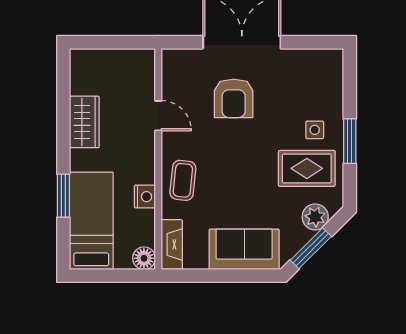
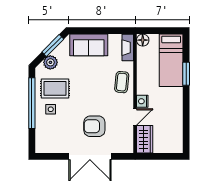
armchair: (234, 98) -> (94, 126), turned -90
door: (158, 116) -> (135, 117), swing flipped
wardrobe: (84, 122) -> (145, 139), moved, turned 180
window: (350, 141) -> (32, 103), width x2.11
nightstand: (145, 197) -> (142, 101), moved

